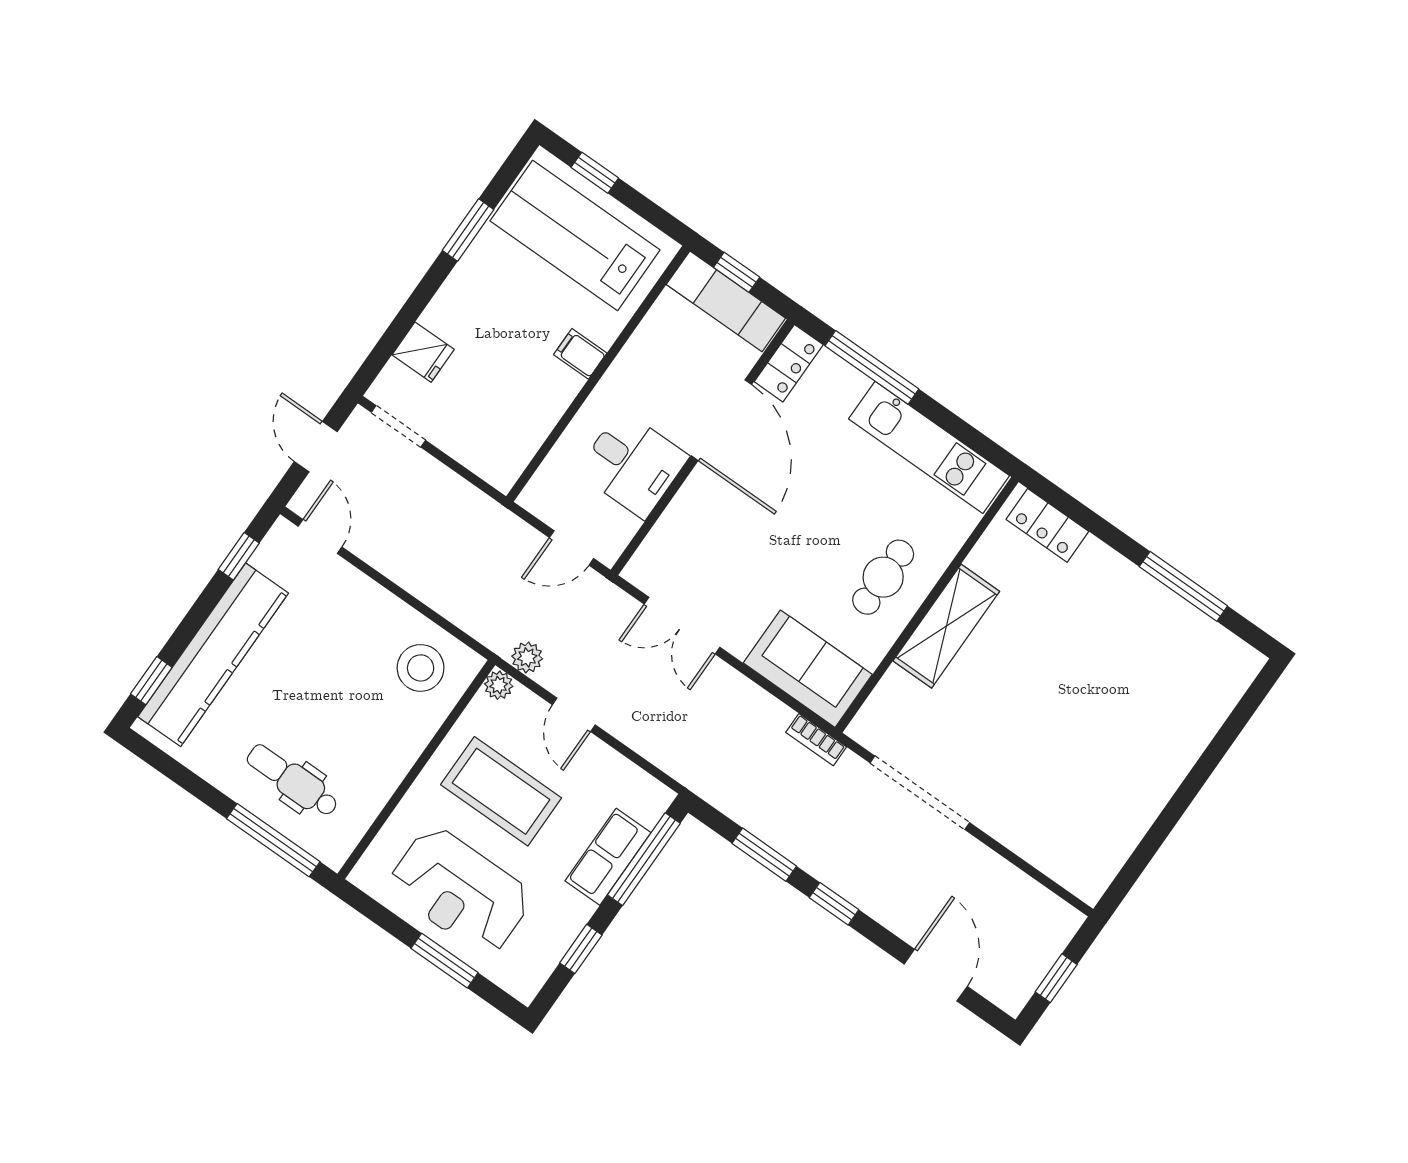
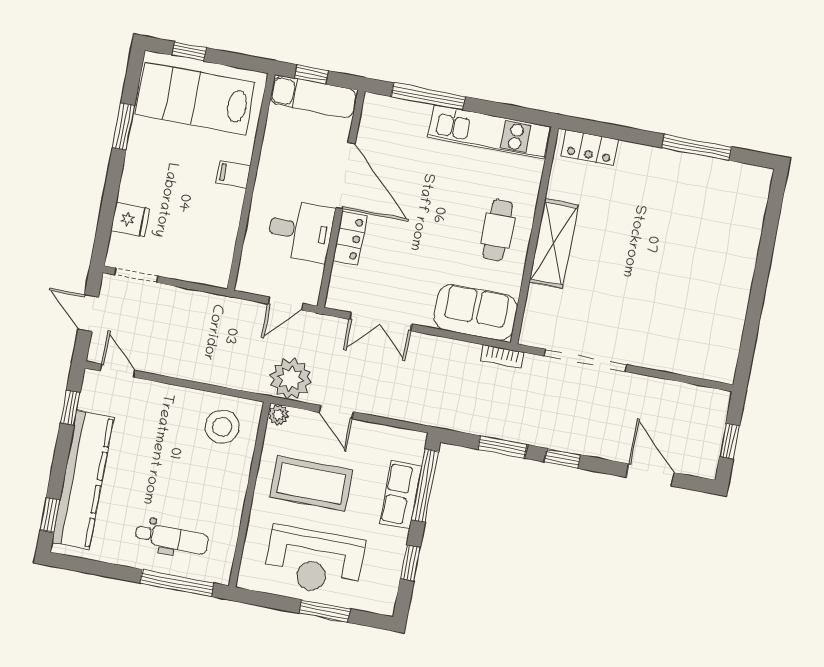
locker: (789, 363) -> (350, 238), moved
plant: (527, 657) -> (291, 379), width x1.88, depth x1.88
dental chair: (293, 781) -> (172, 538), turned 180

